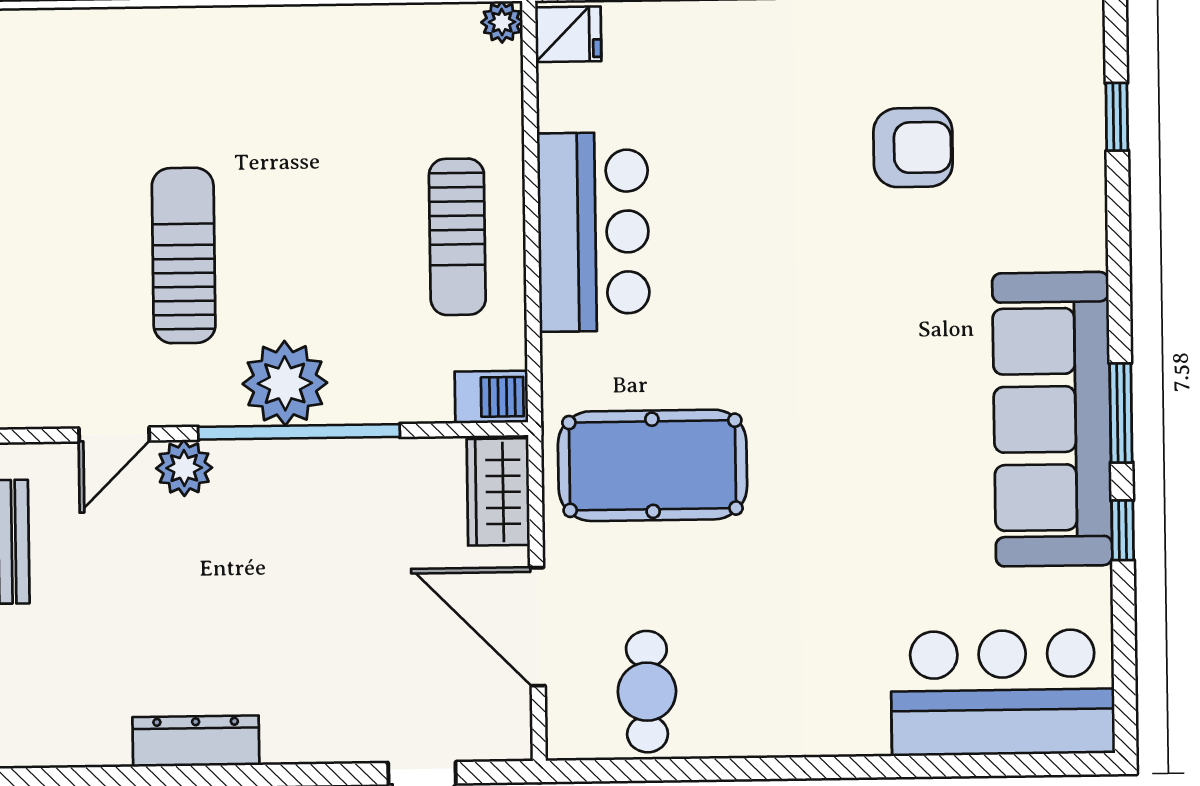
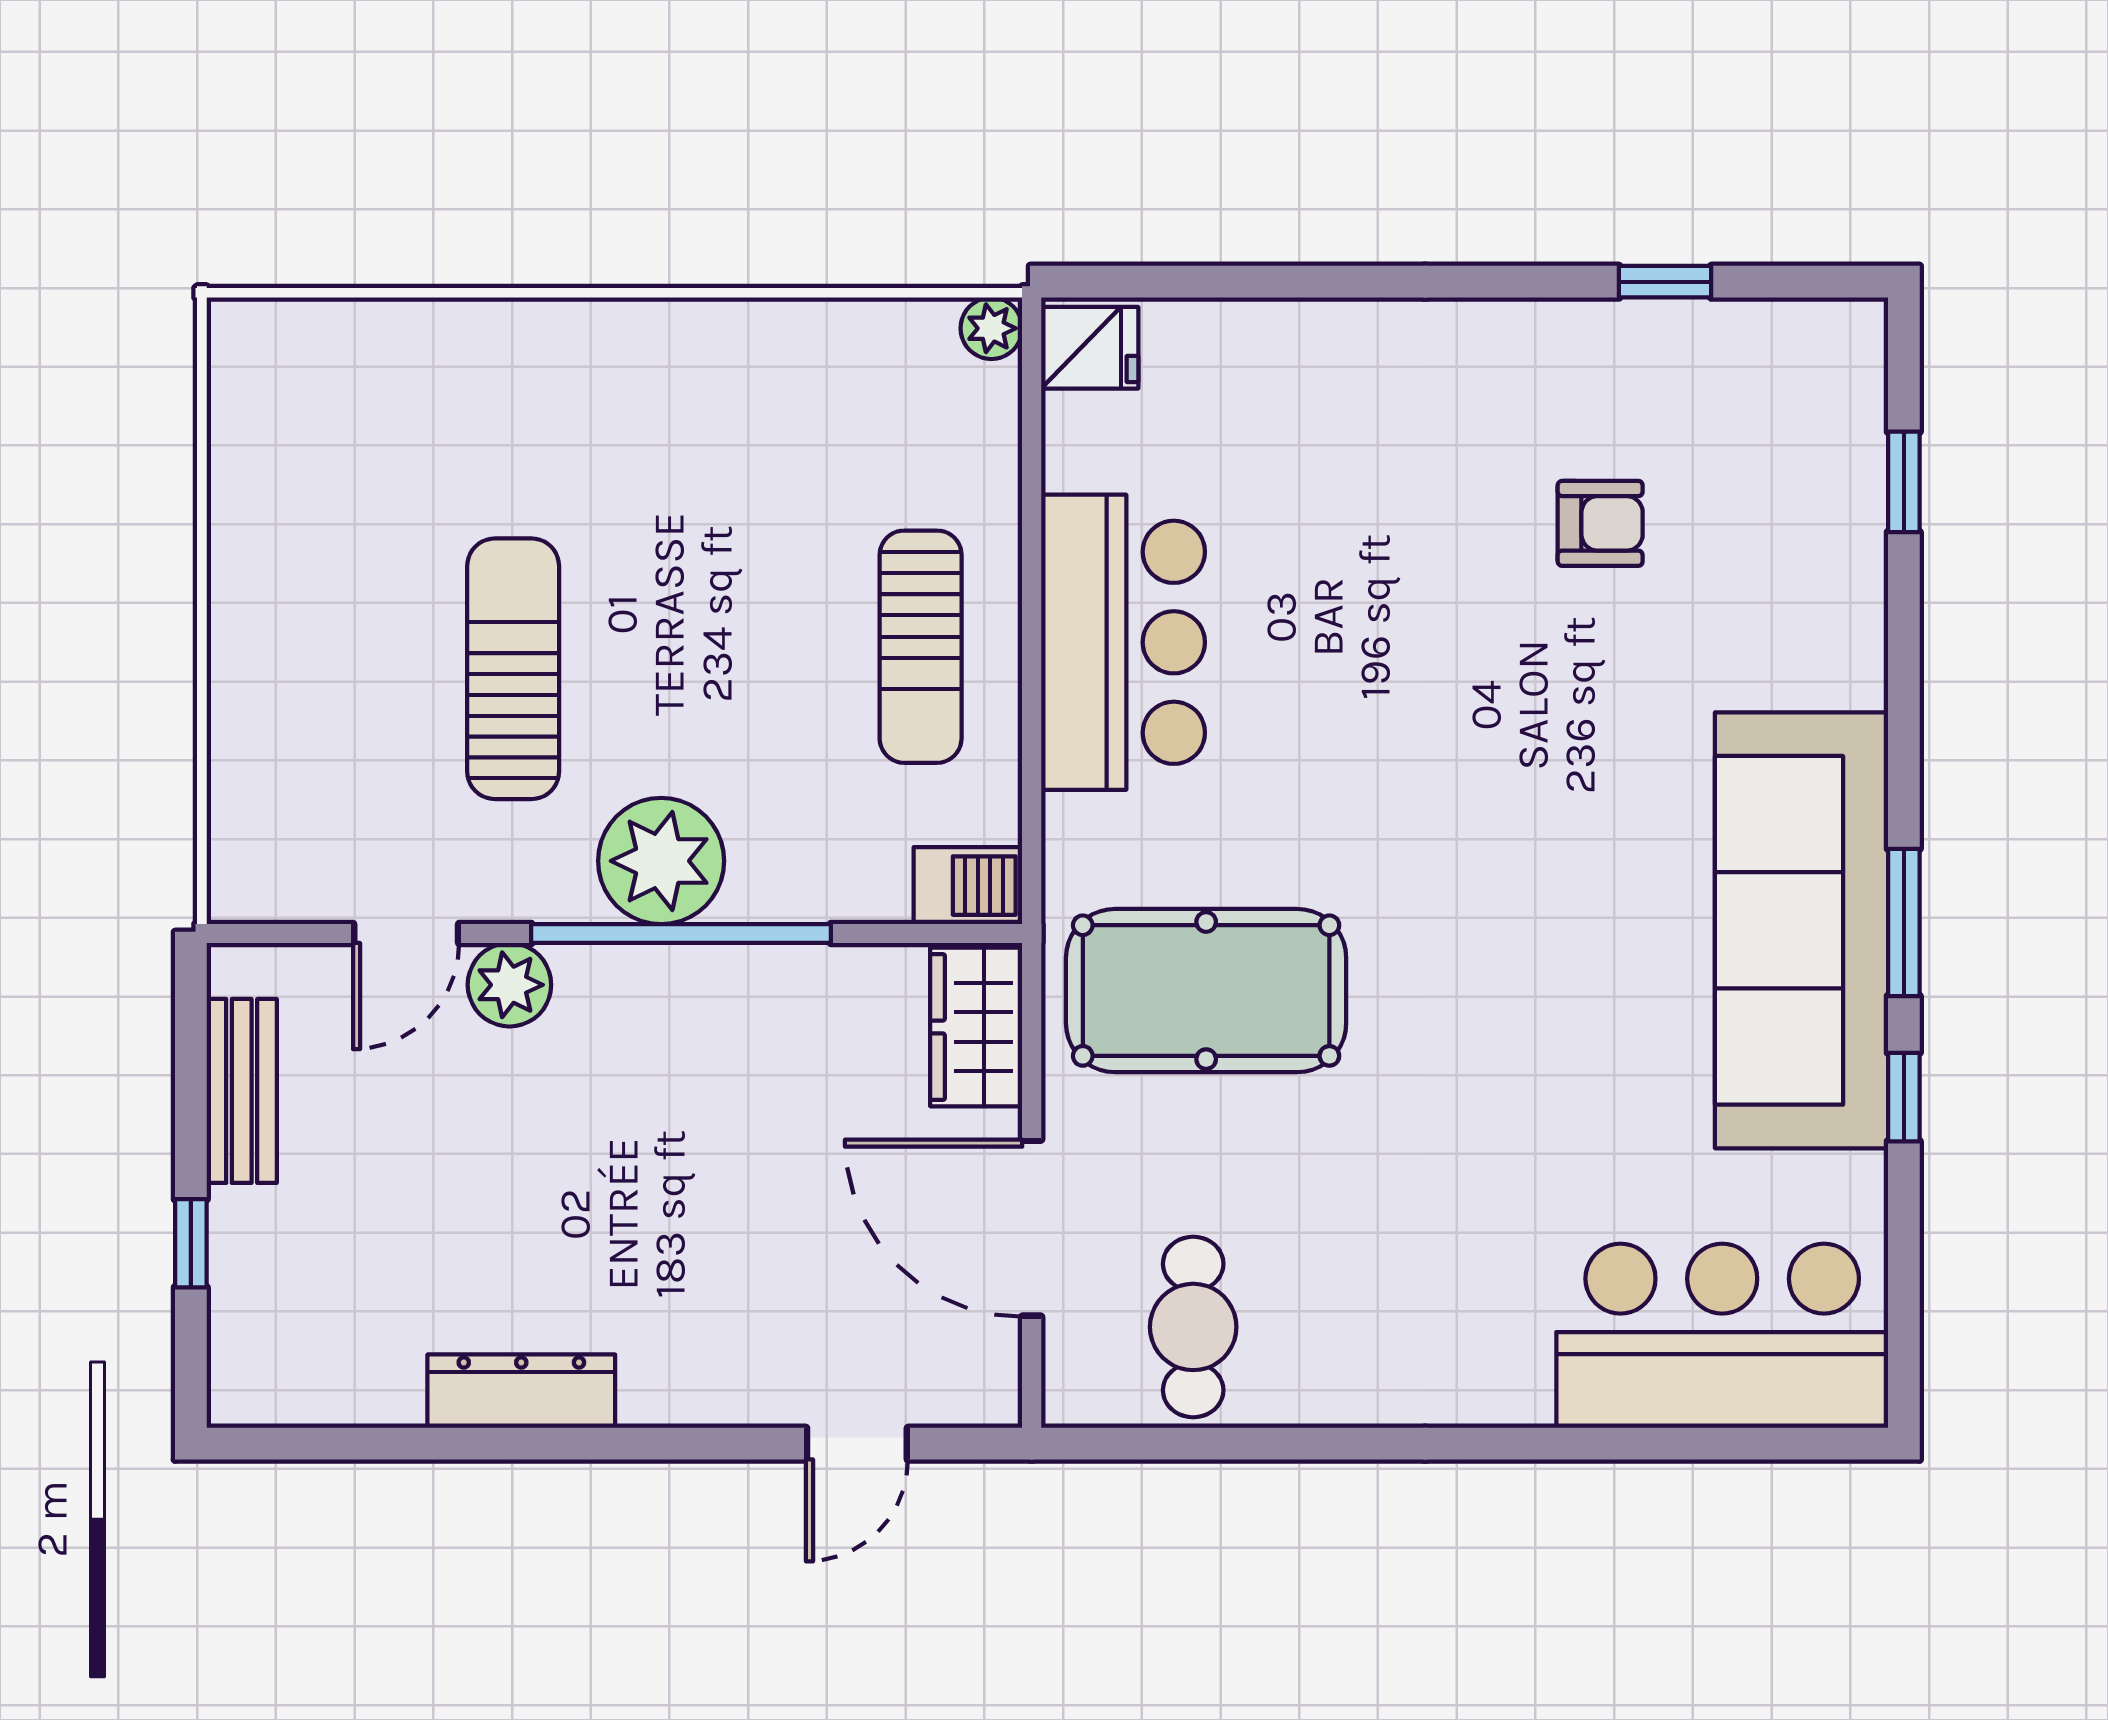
armchair: (913, 148) -> (1600, 523), width x0.72, depth x0.72

